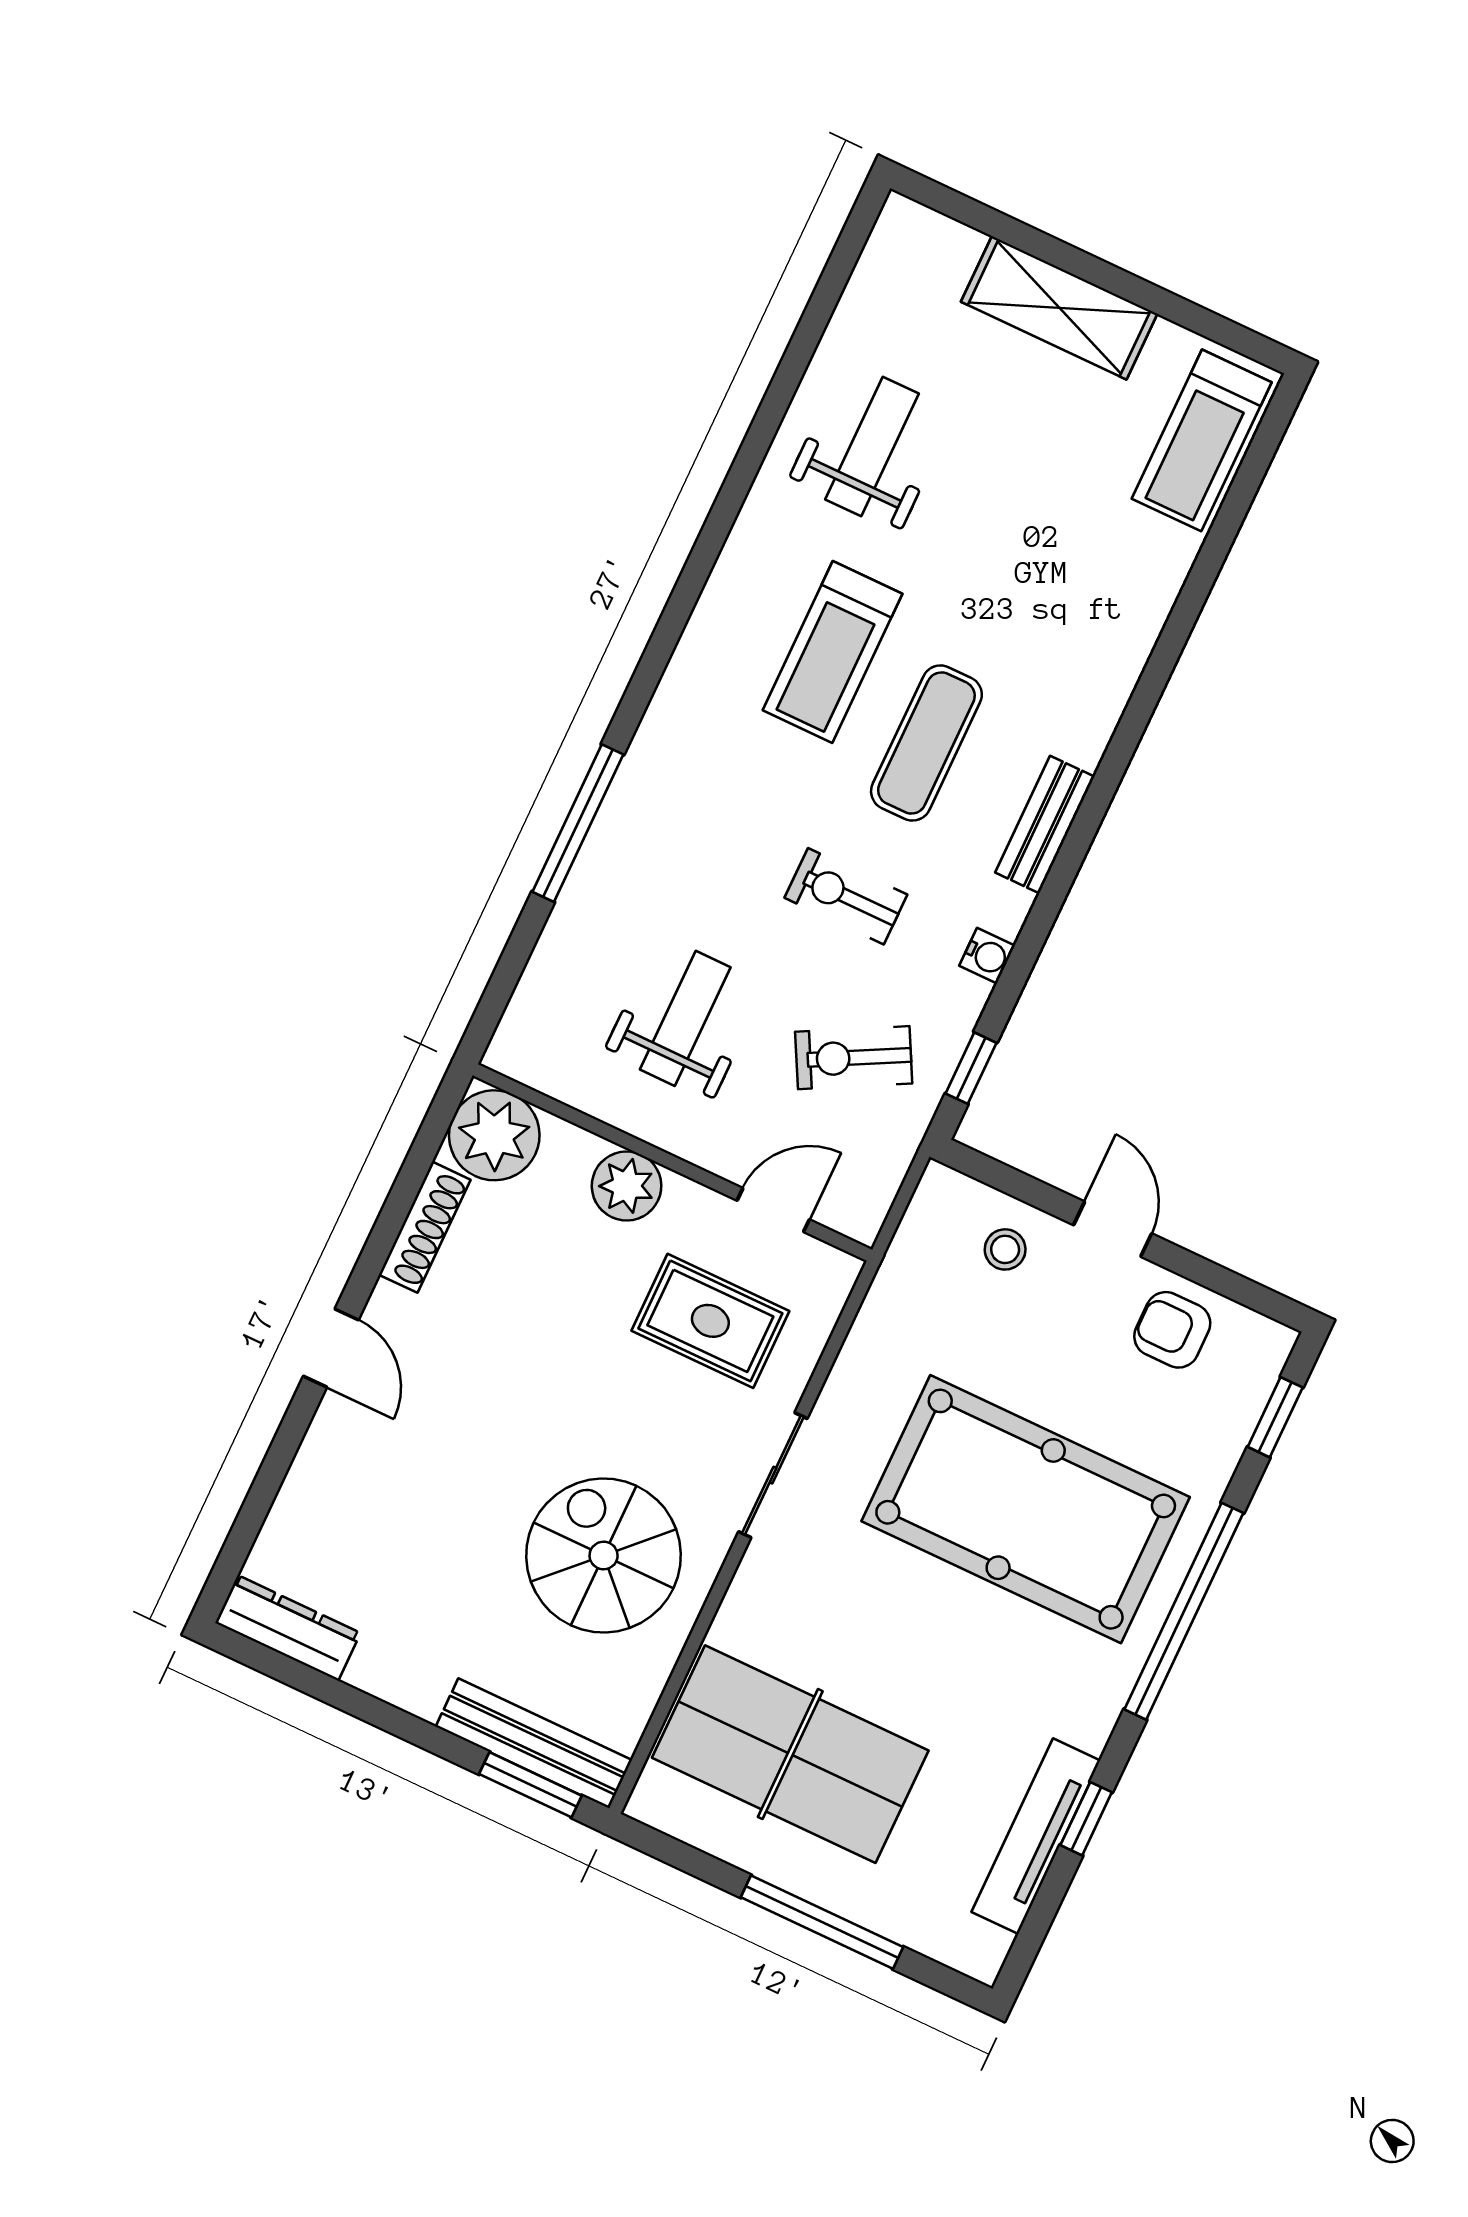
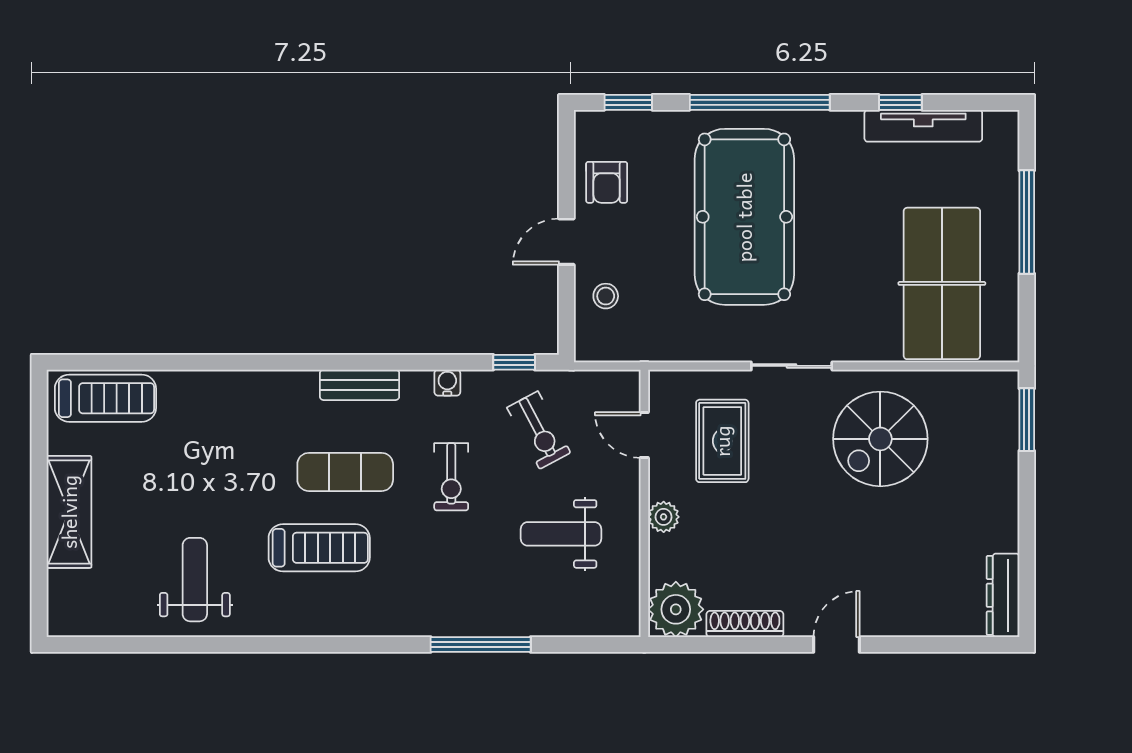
weight bench: (872, 446) -> (195, 580), turned 90
plant: (627, 1186) -> (664, 517), width x0.73, depth x0.73
bench: (534, 1743) -> (1003, 429), removed

